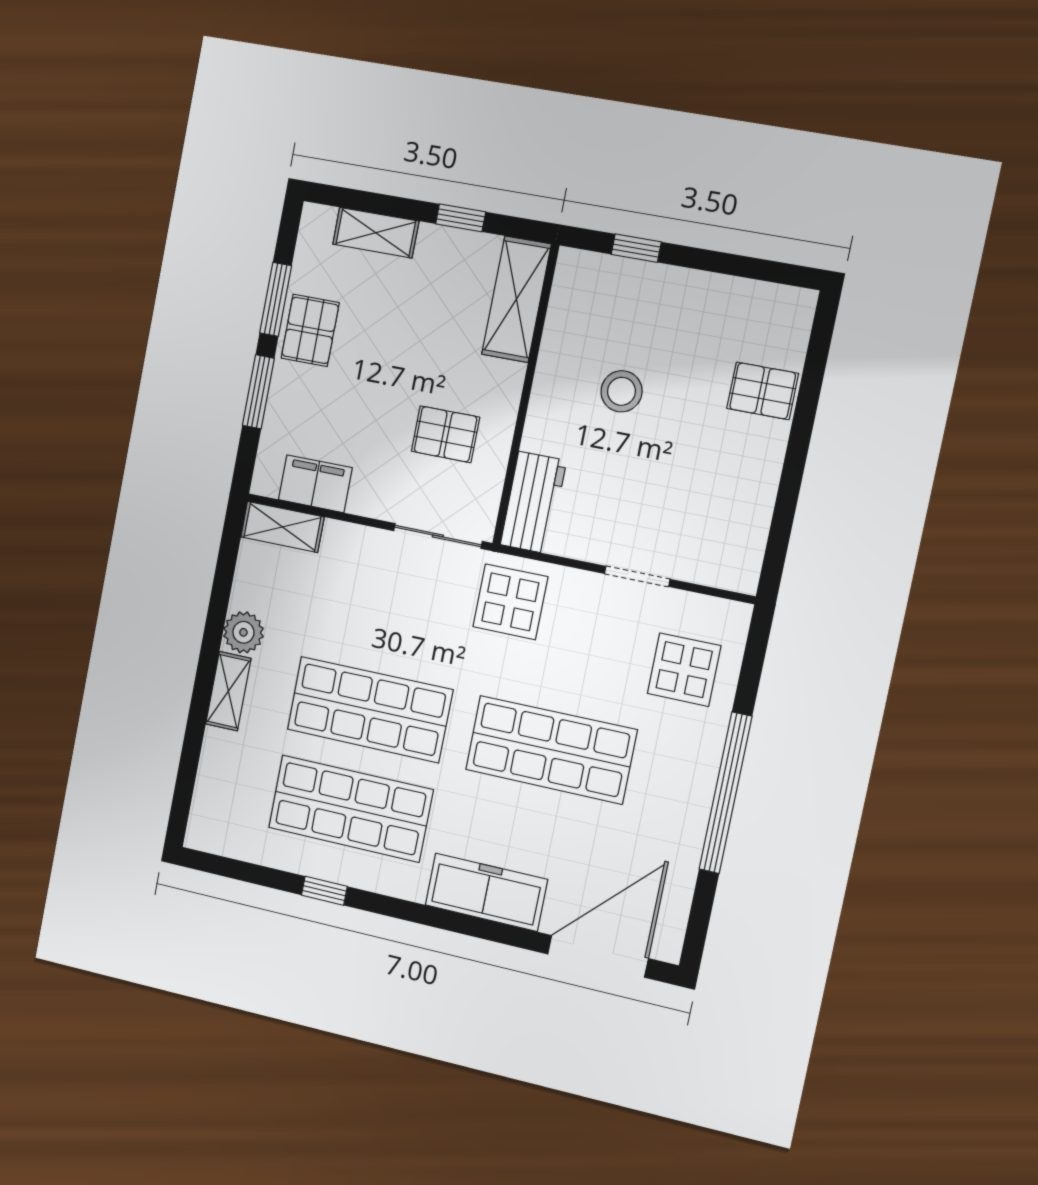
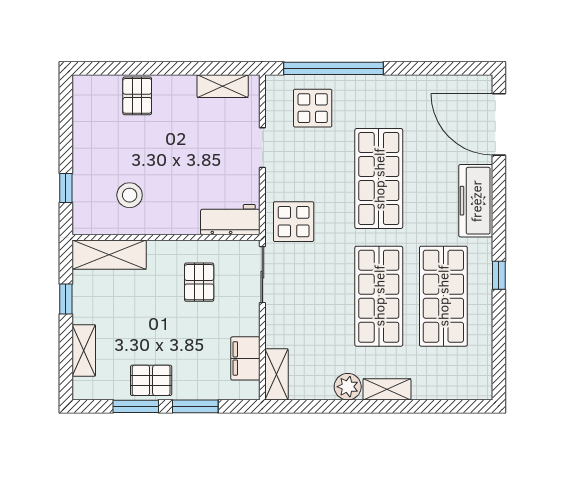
stool: (621, 391) -> (130, 195), moved
shelving: (750, 533) -> (223, 86), added
window: (726, 793) -> (334, 68), moved
window: (324, 891) -> (499, 275), moved

